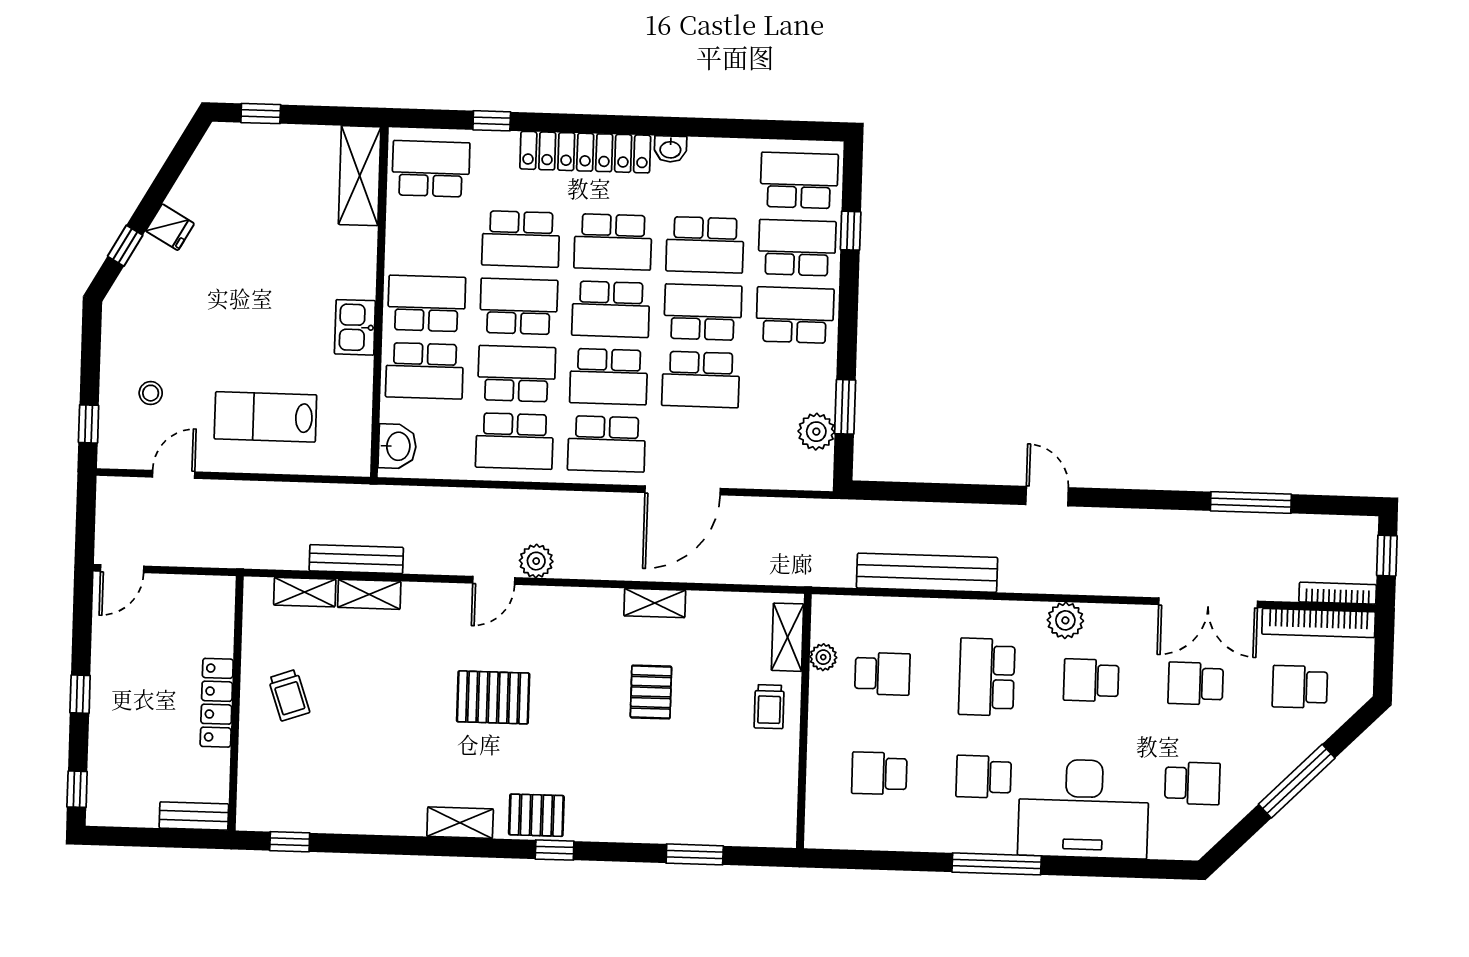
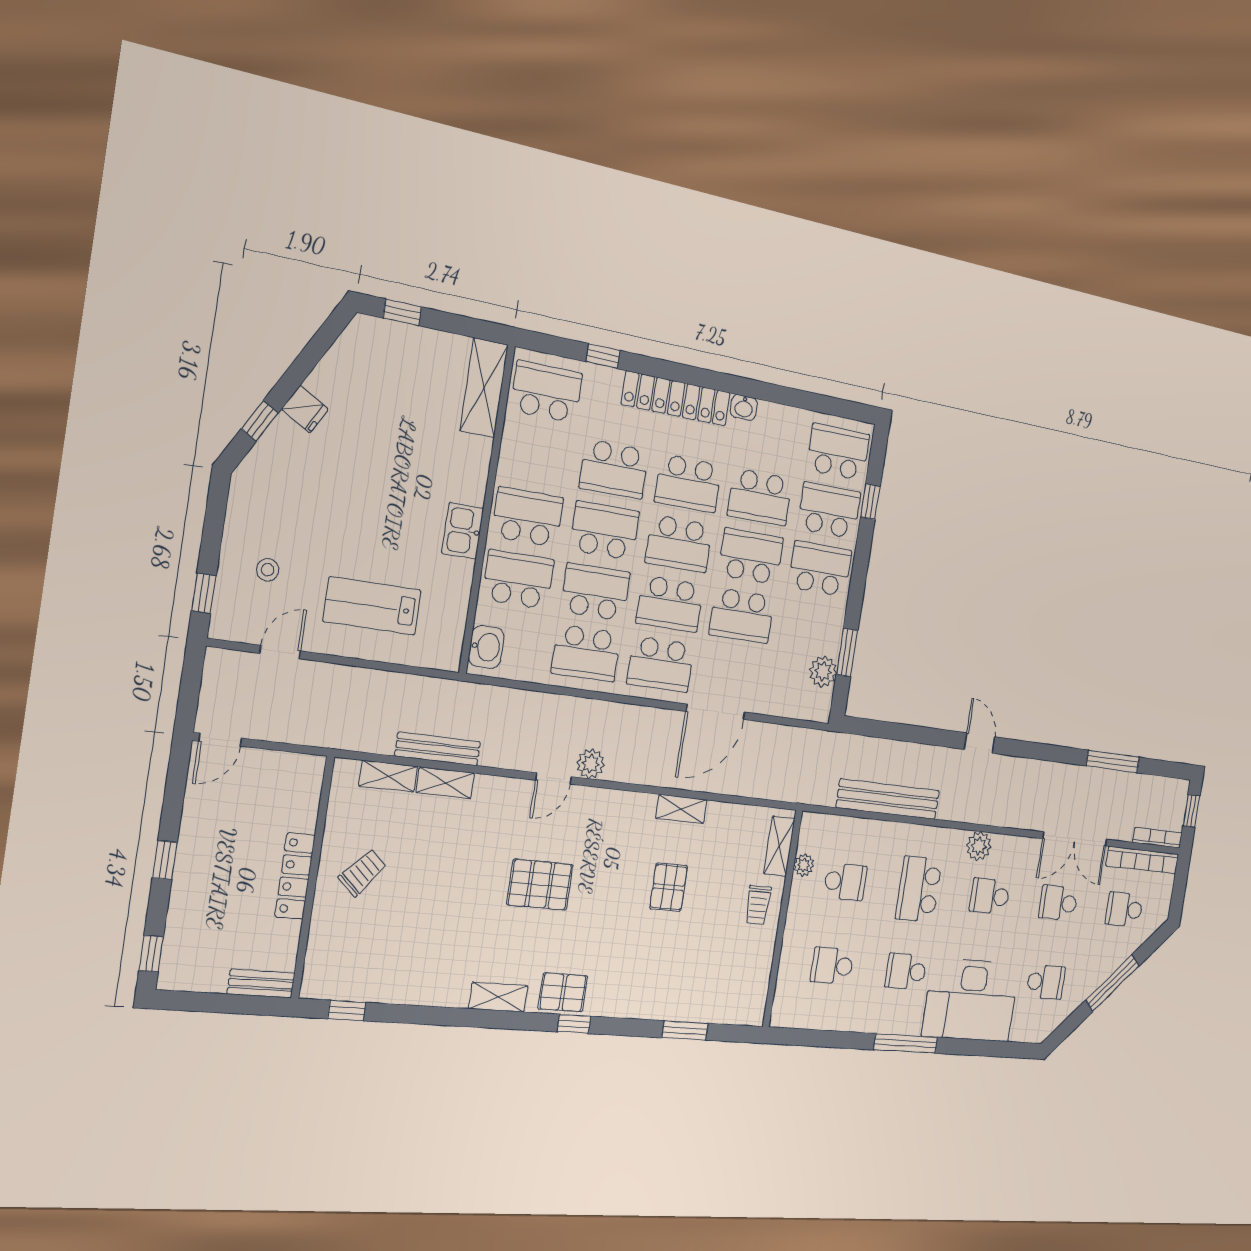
school desk: (425, 371) -> (518, 579), turned 180
trolley: (289, 695) -> (362, 873), turned -119

